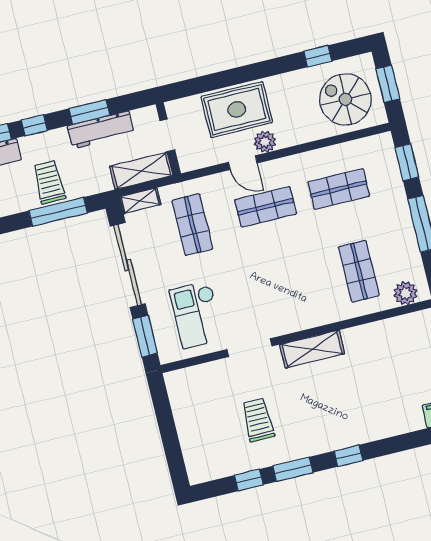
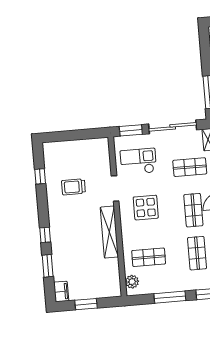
display table: (274, 290) -> (146, 208), added
shelving: (312, 349) -> (109, 232), width x1.47
trolley: (258, 420) -> (73, 187), turned 180
window: (293, 469) -> (48, 266), moved

